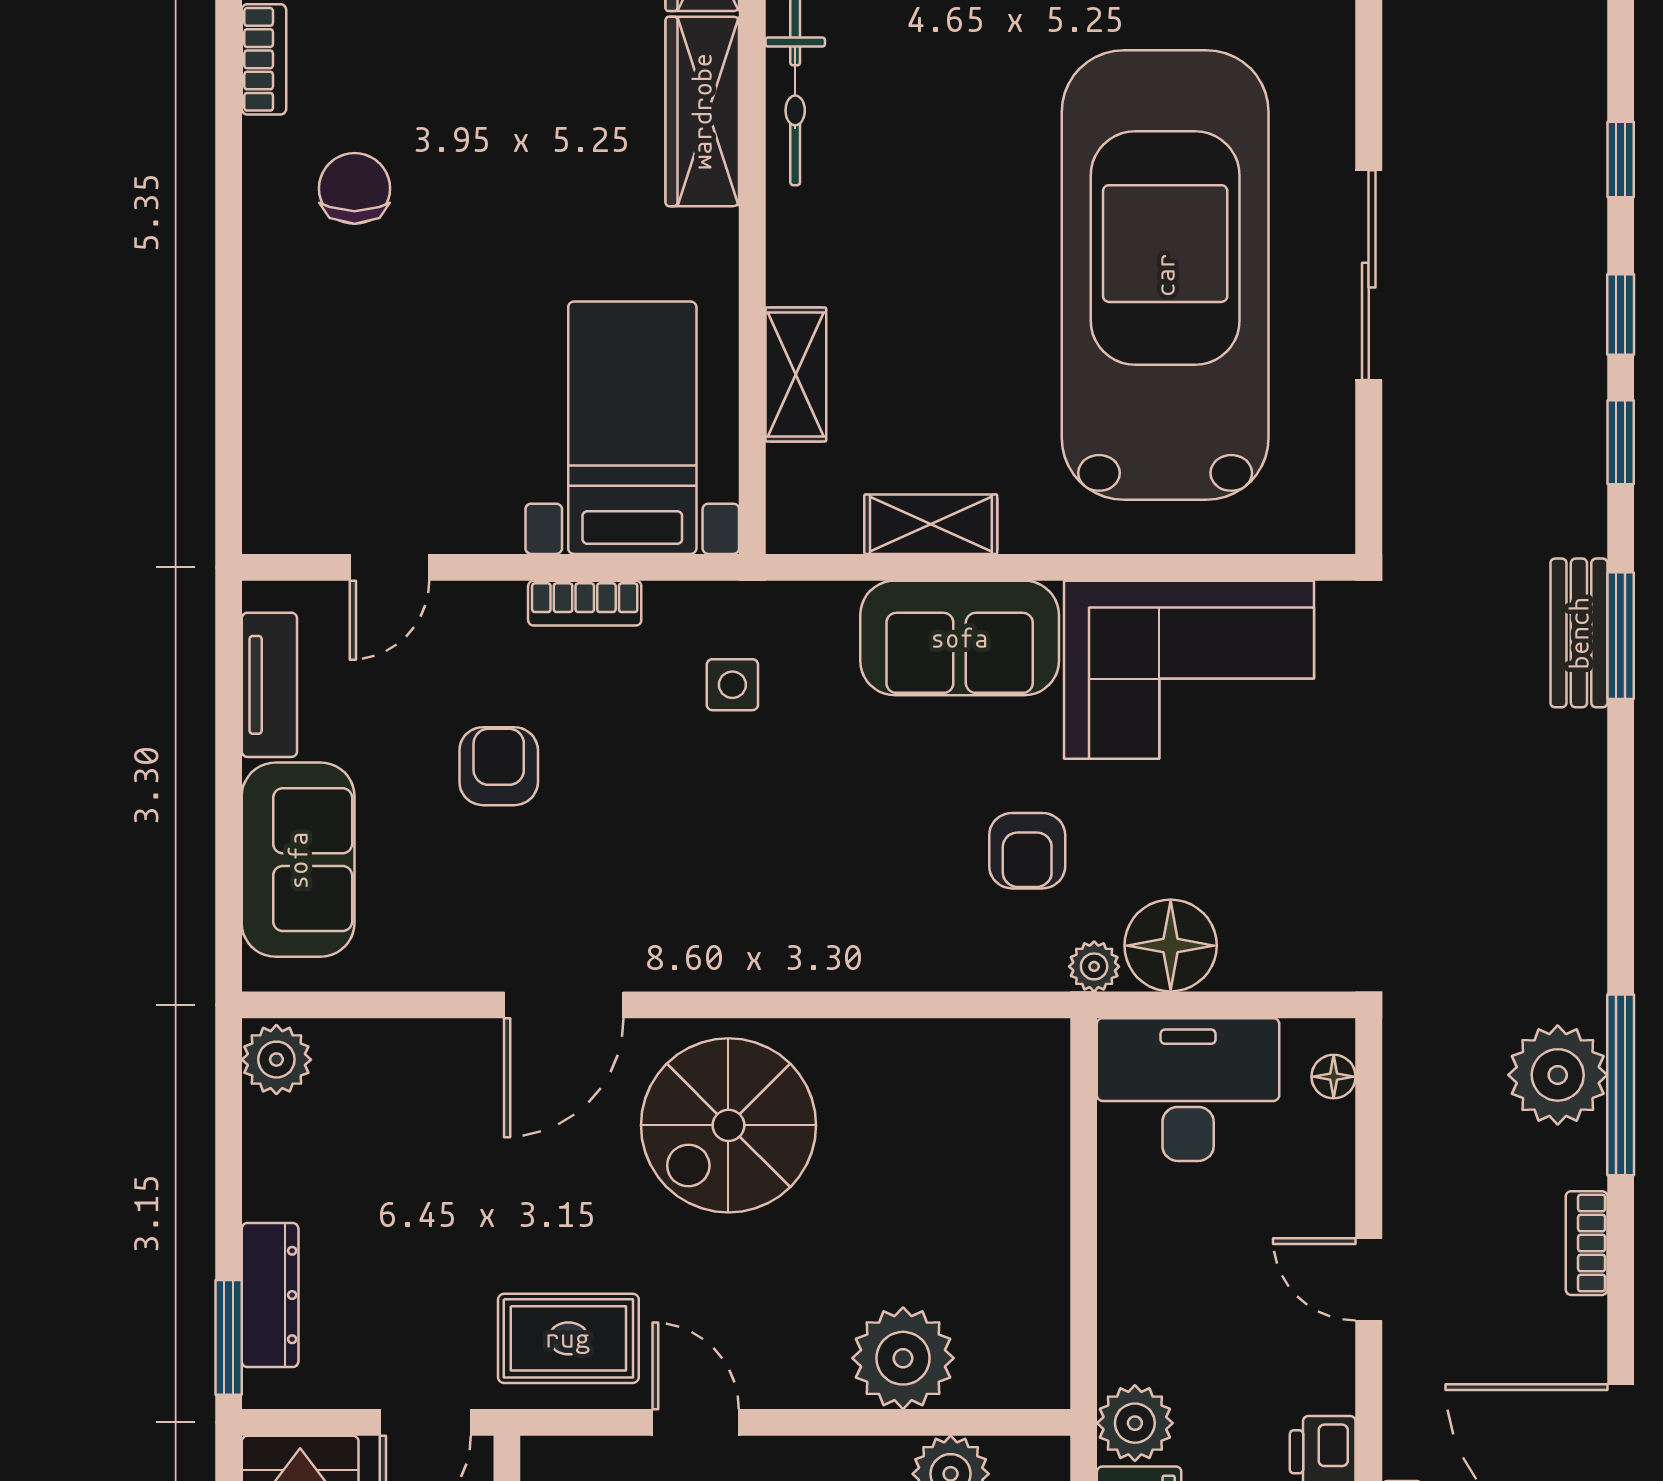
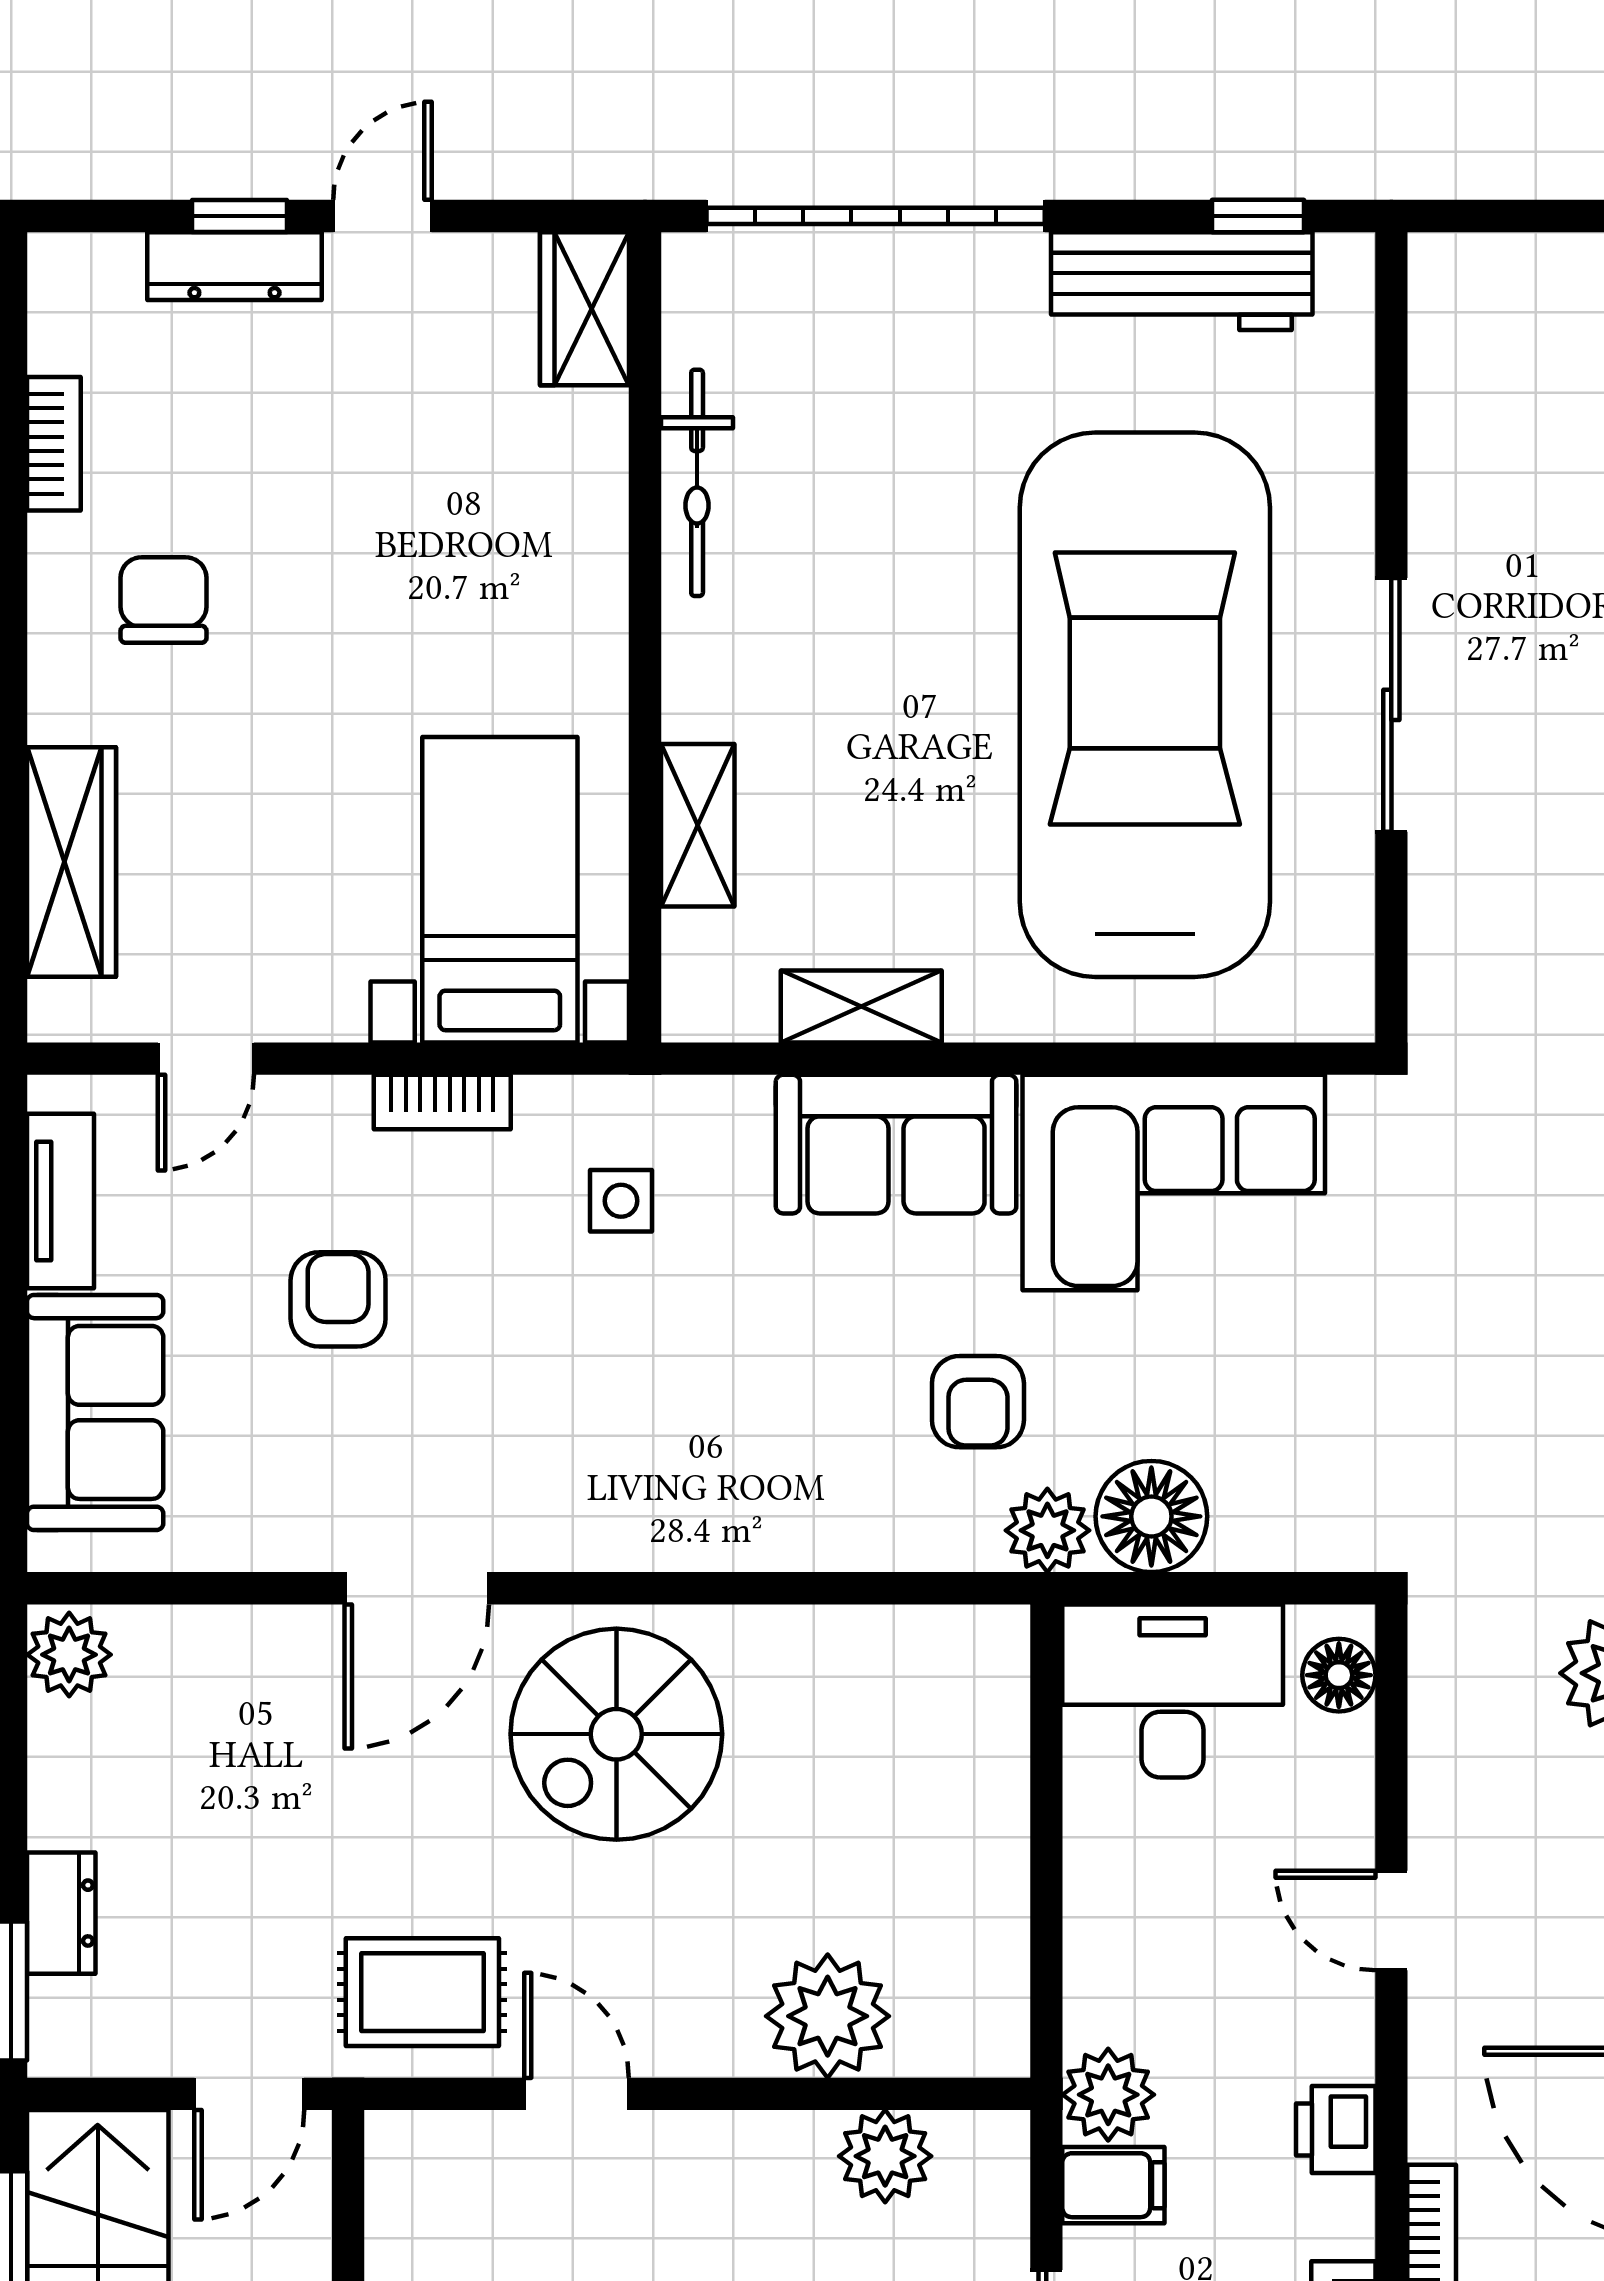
wardrobe: (702, 111) -> (72, 862), moved, turned 180
plant: (1094, 966) -> (1047, 1530), width x1.38, depth x1.38
floor lamp: (1334, 1077) -> (1339, 1675), width x1.37, depth x1.37
dresser: (270, 1295) -> (61, 1913), width x0.70

